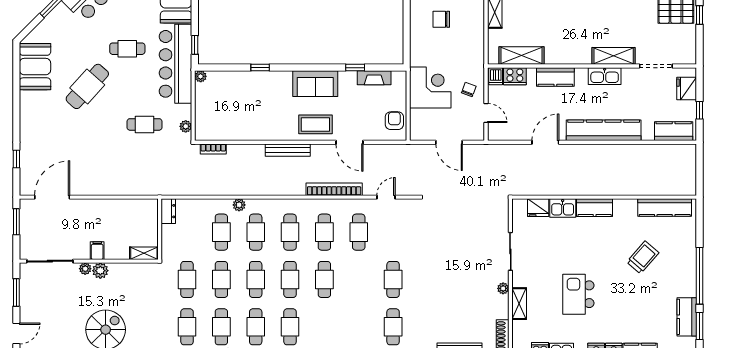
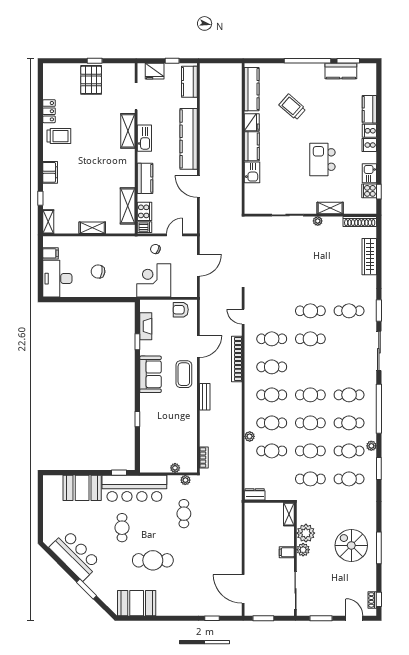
chair: (441, 19) -> (98, 272), turned 99
plant: (201, 76) -> (175, 468), moved
cafe table: (87, 86) -> (153, 560), turned -42
bench: (288, 150) -> (205, 397), width x0.73
fridge: (538, 208) -> (252, 122), moved
plant: (85, 269) -> (306, 533), moved, width x1.88, depth x1.88
cafe table: (324, 279) -> (310, 339), moved
kitchen island: (578, 294) -> (322, 160), turned 90

